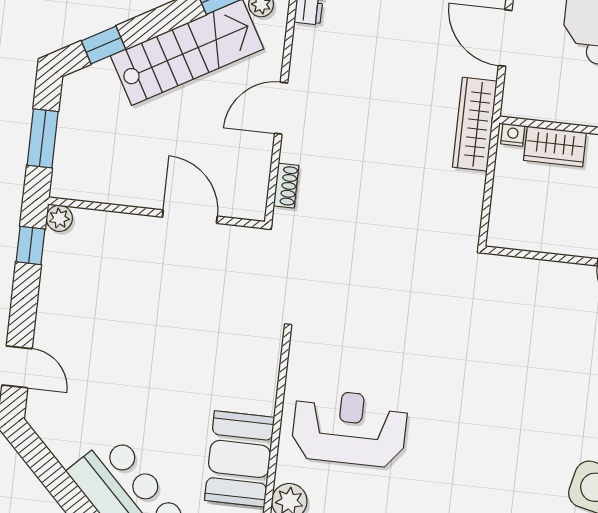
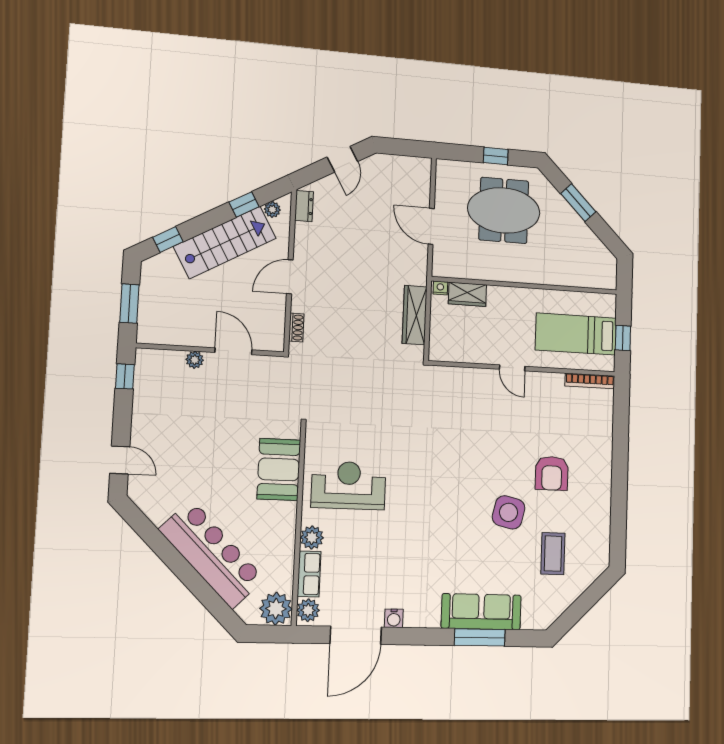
wardrobe: (475, 124) -> (415, 315), moved
plant: (59, 218) -> (195, 360), moved
booth: (239, 459) -> (279, 469), moved

